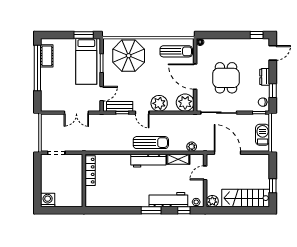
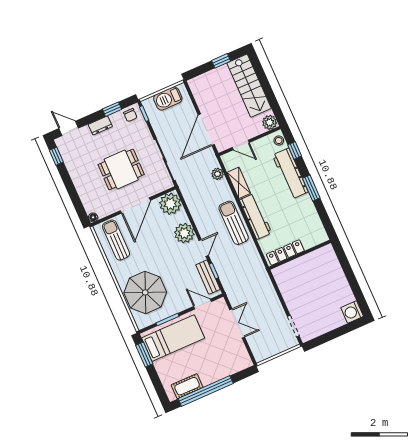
locker: (90, 171) -> (285, 253), moved
wall: (84, 181) -> (300, 255), moved

